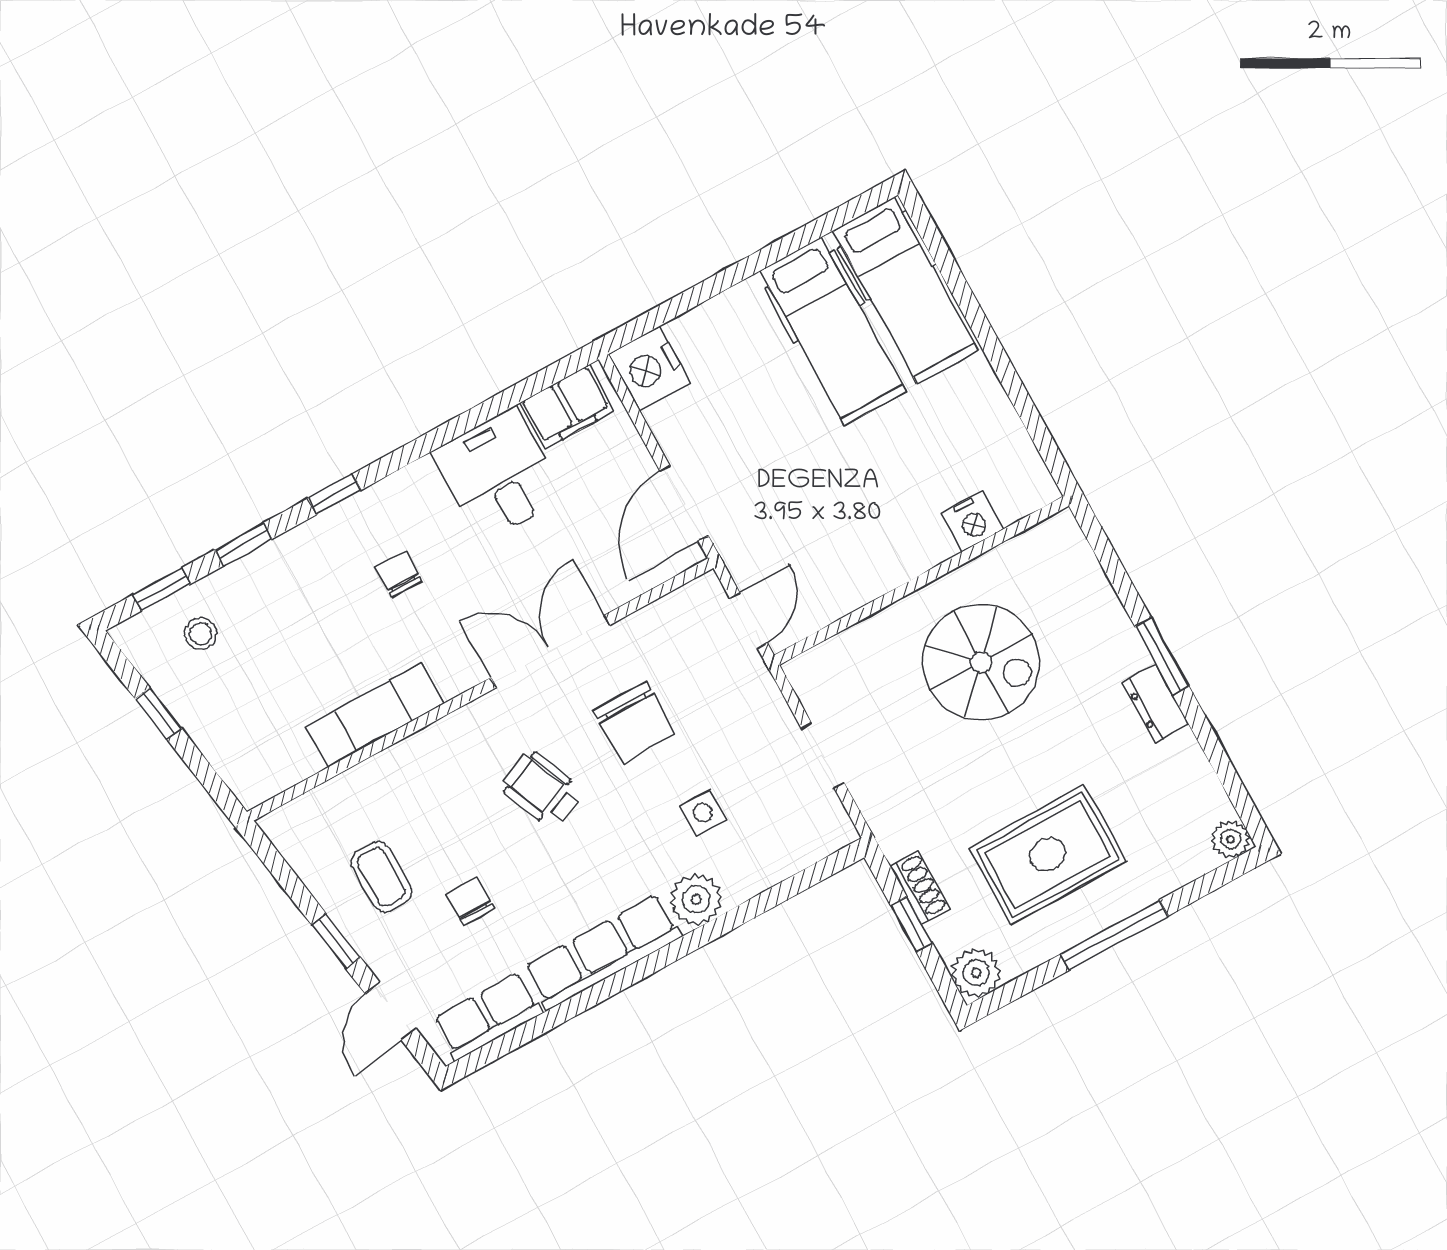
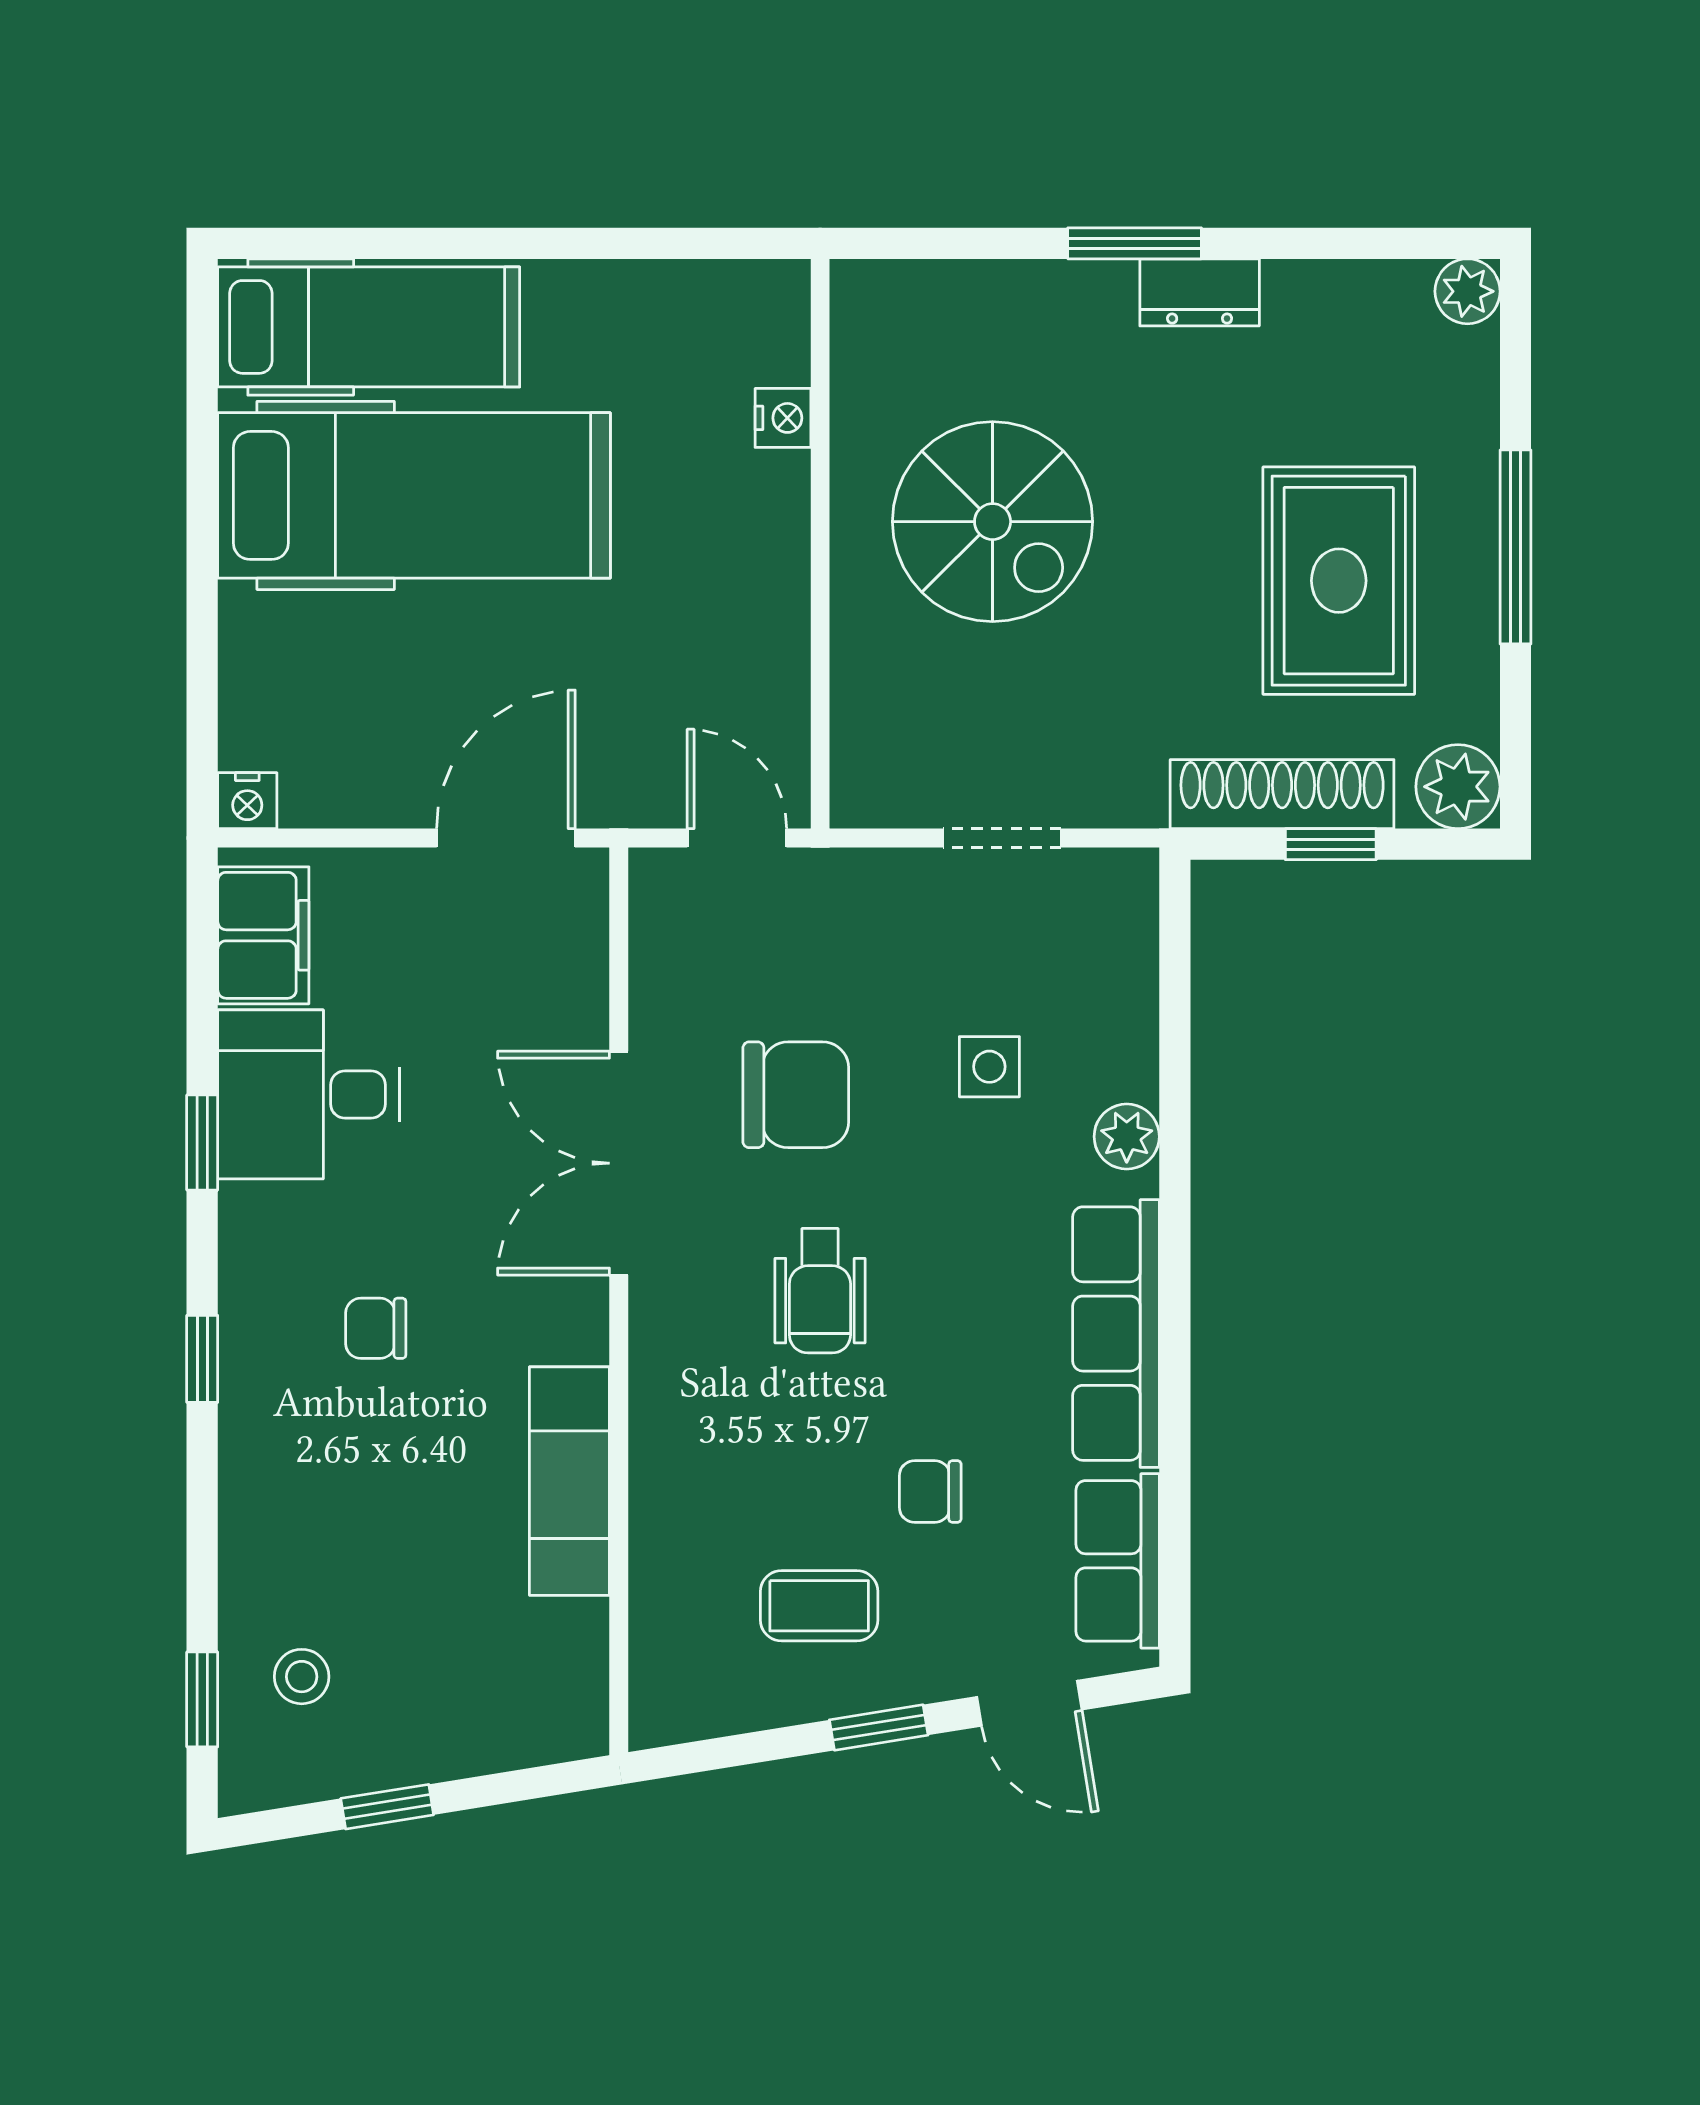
hospital bed: (833, 331) -> (414, 495), width x1.37, depth x1.29
nightstand: (649, 368) -> (247, 801), width x0.53, depth x0.56
door: (684, 503) -> (506, 838), swing flipped
nightstand: (972, 522) -> (783, 418), width x0.72, depth x0.74
window: (243, 544) -> (202, 1142), moved
spiral stairs: (981, 662) -> (993, 522), turned 90
wheelchair: (542, 789) -> (820, 1291), turned -67
shoe rack: (920, 887) -> (1282, 794), width x1.94, depth x1.24
plant: (696, 899) -> (1127, 1137), width x0.73, depth x0.73

